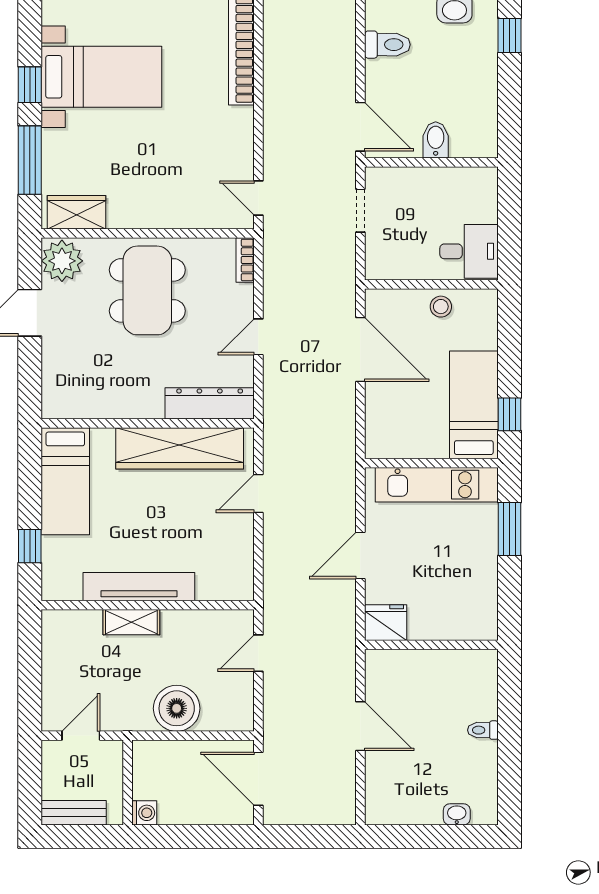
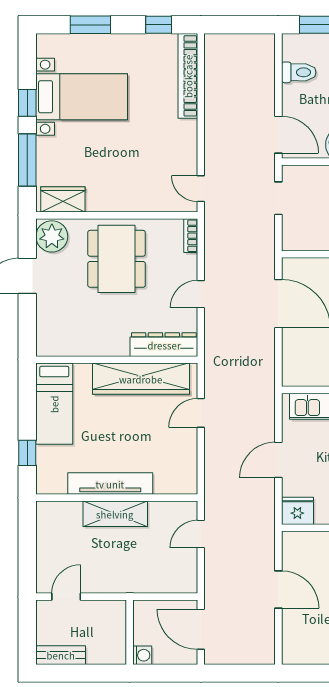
shelving: (131, 622) -> (115, 514), width x1.50, depth x1.33
boiler: (177, 708) -> (139, 576), removed
wall: (128, 783) -> (130, 632), moved
washing machine: (144, 813) -> (142, 655), moved

